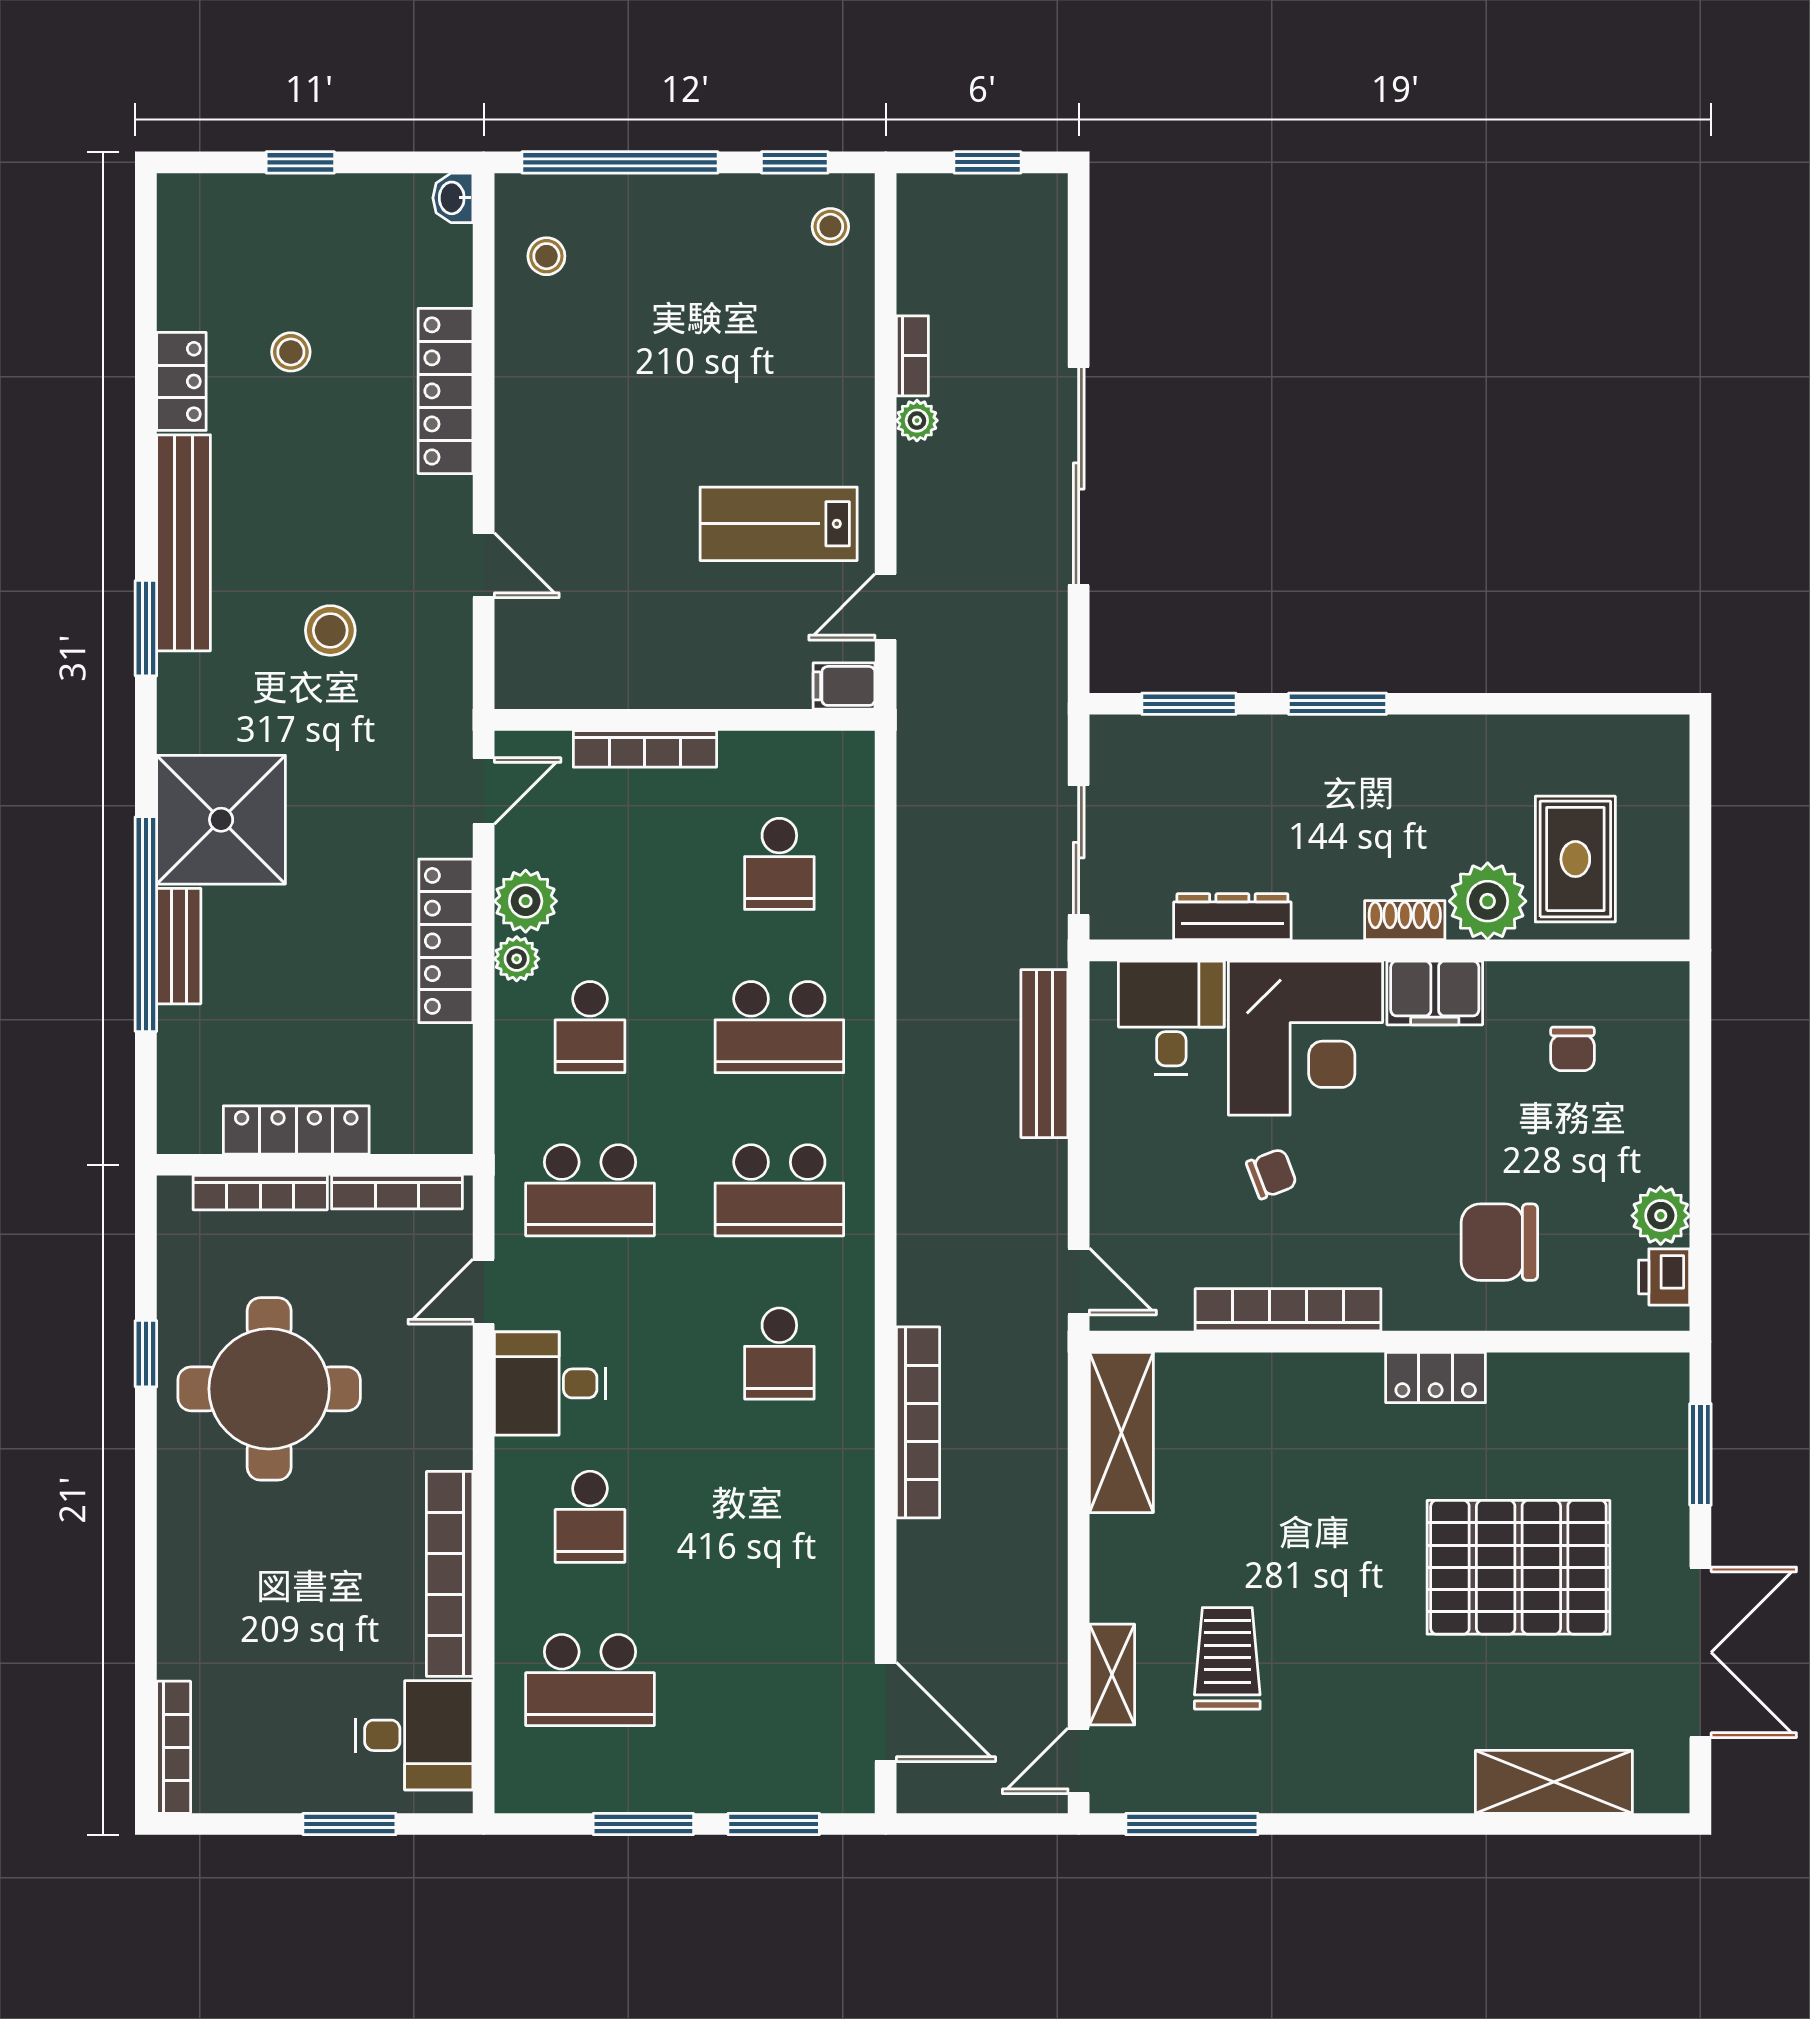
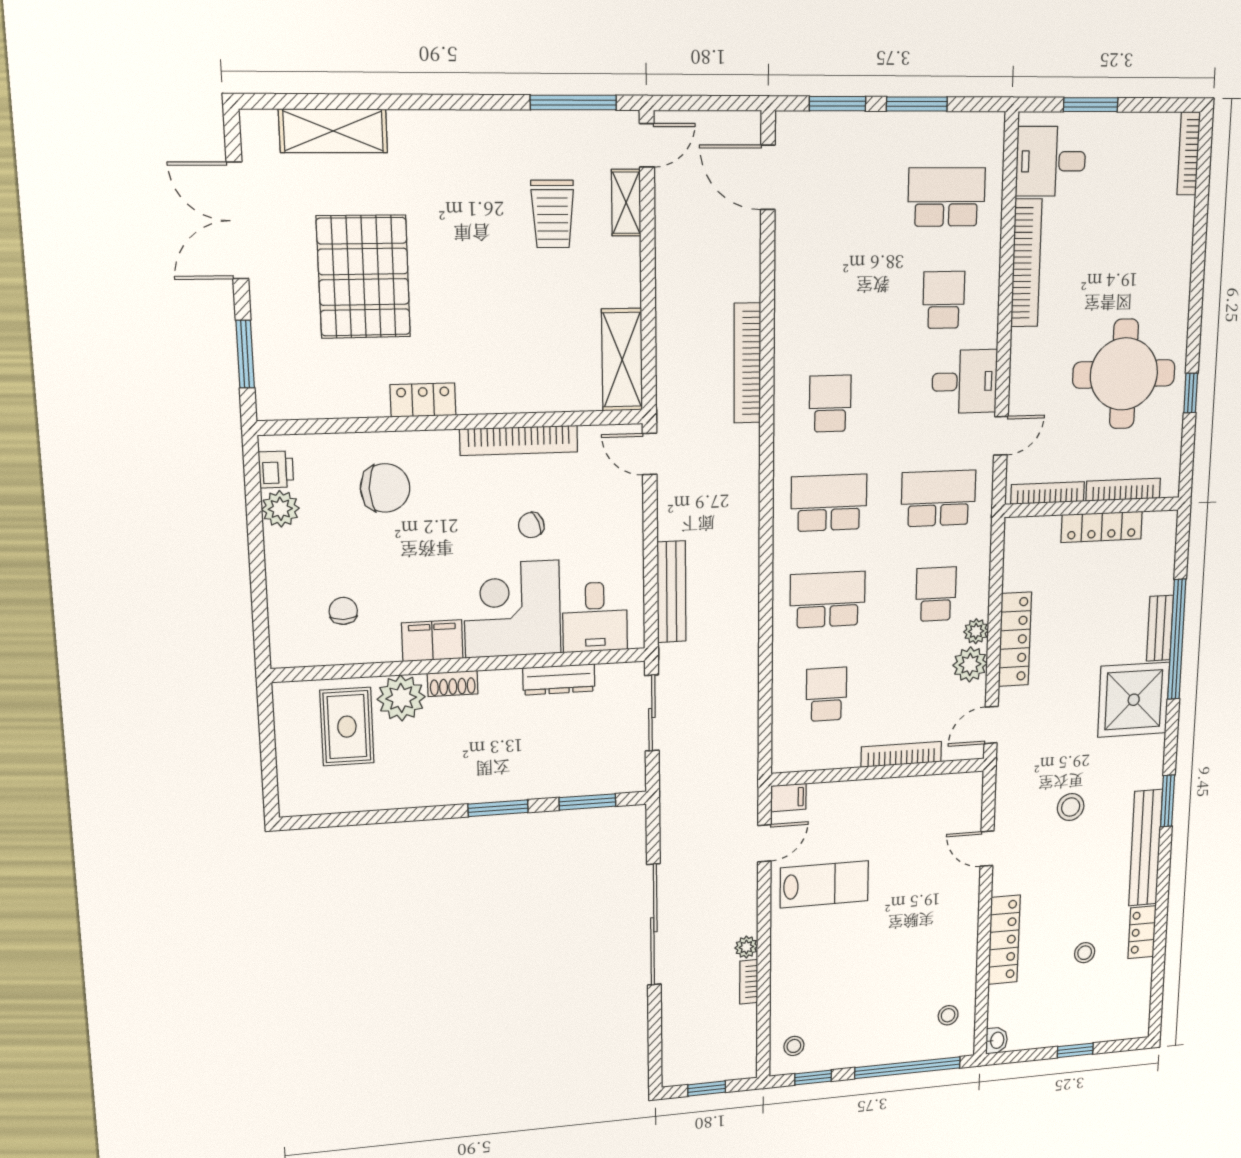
pallet: (1518, 1567) -> (364, 277), turned 90

